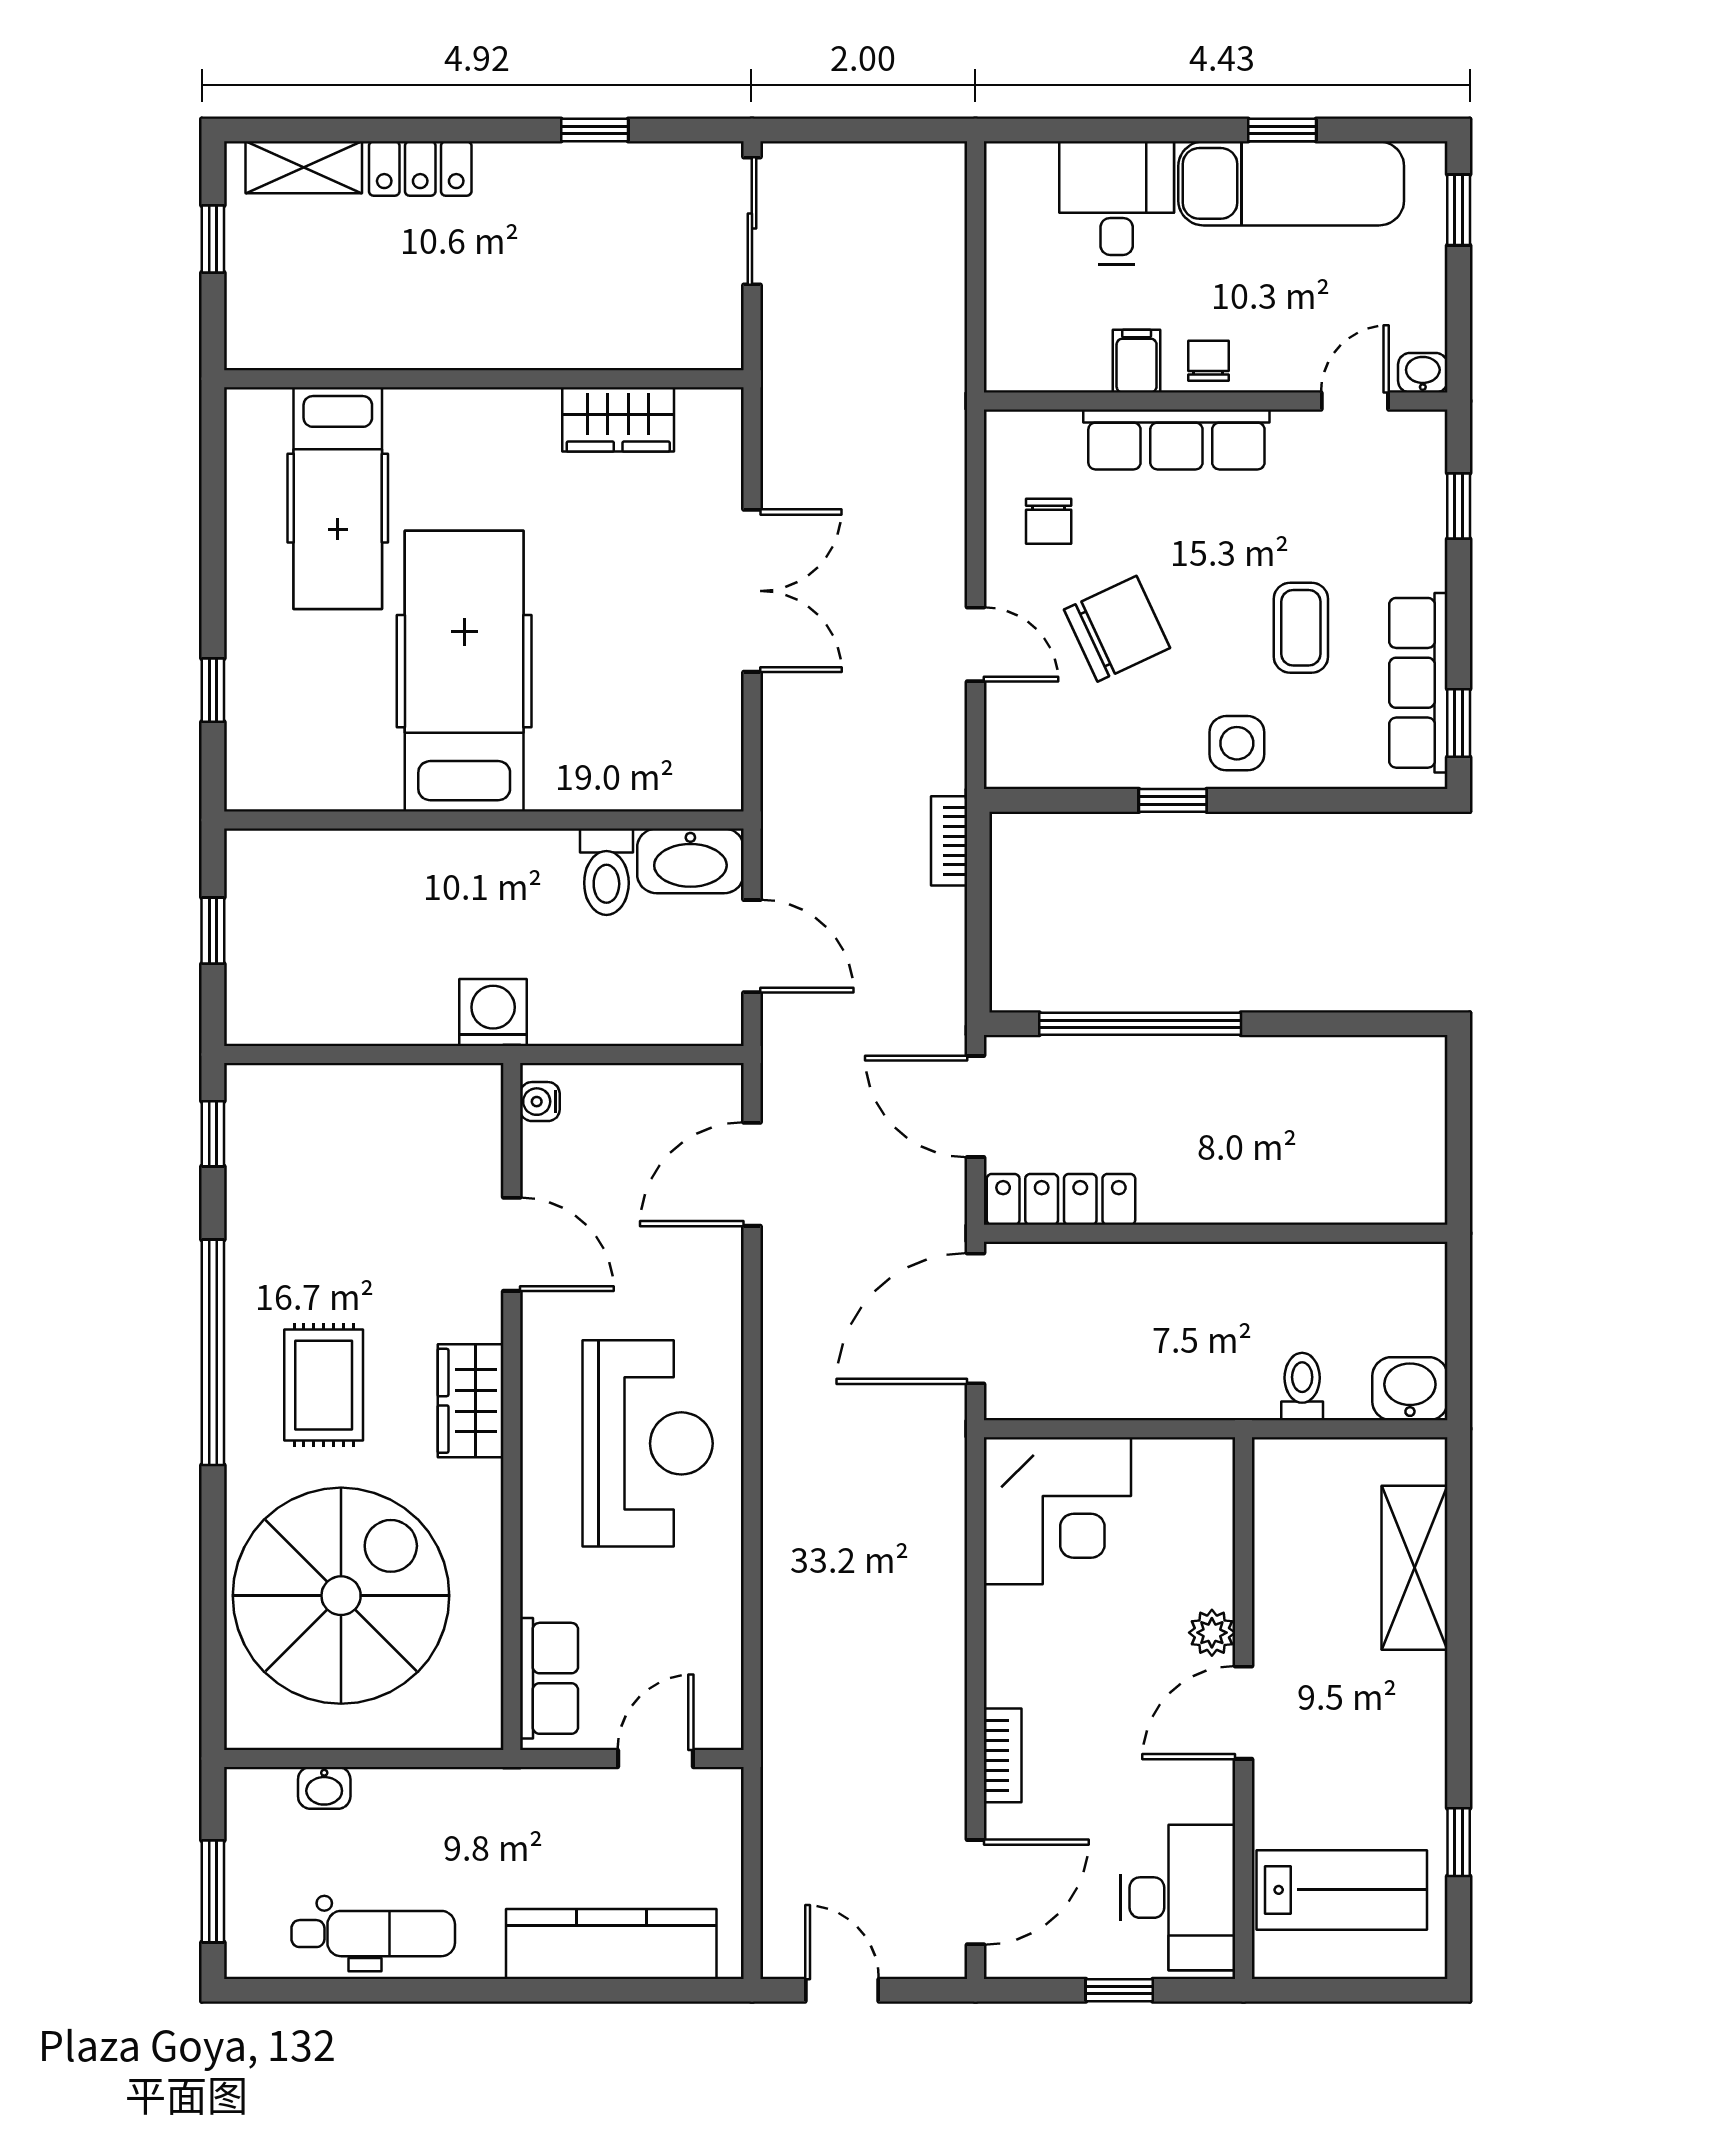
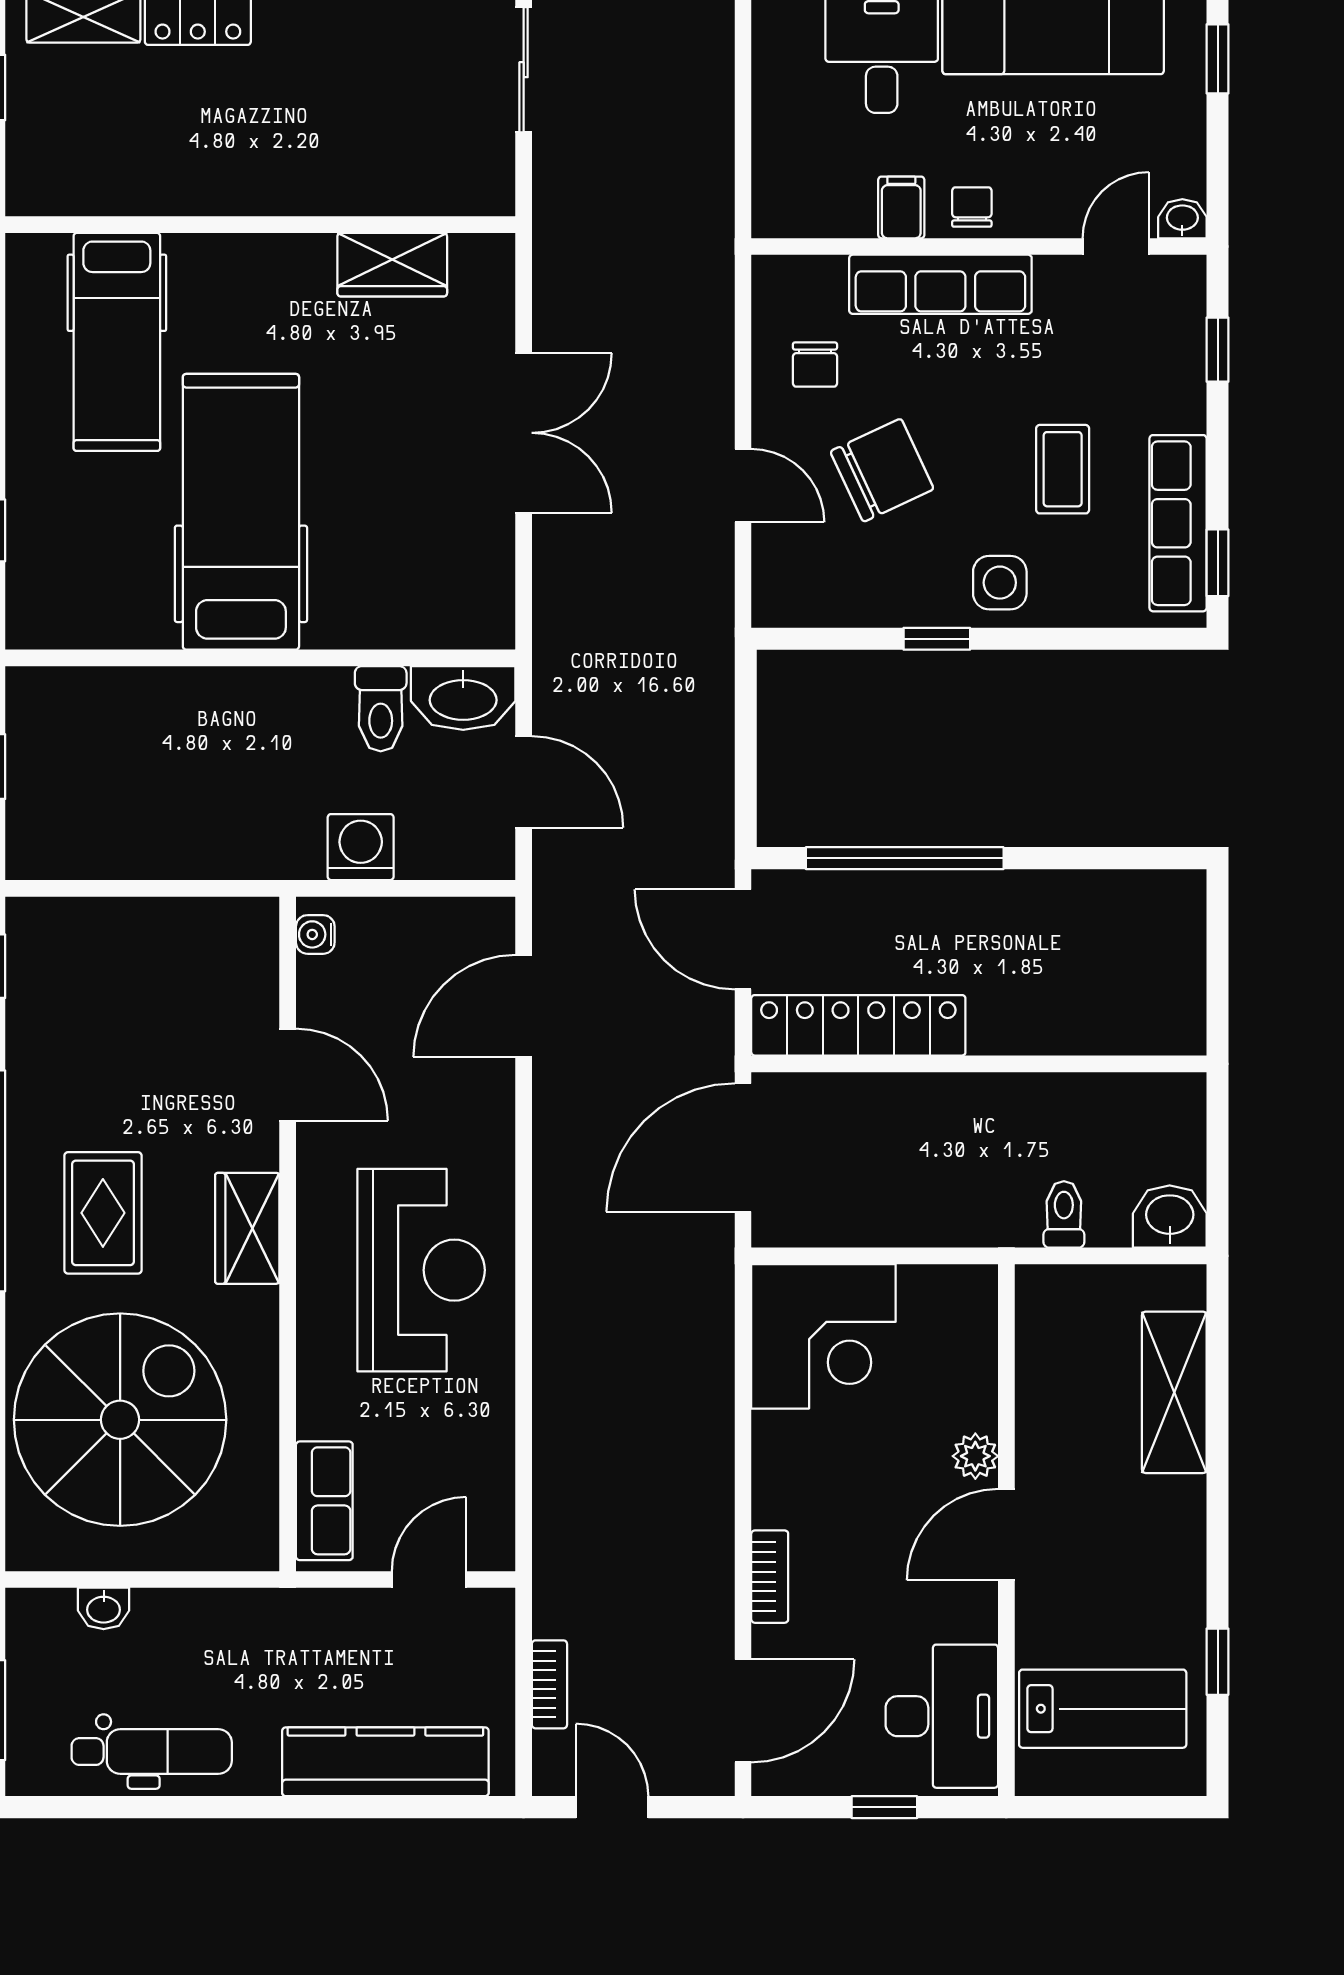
bookcase: (949, 841) -> (549, 1684), moved, turned 180
washing machine: (493, 1013) -> (361, 847), moved
locker: (1061, 1199) -> (858, 1025), width x1.41, depth x1.21

